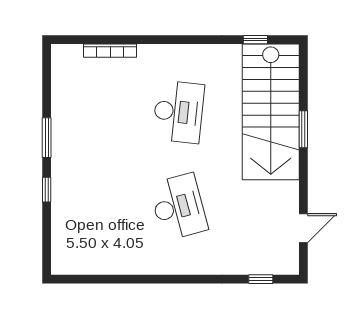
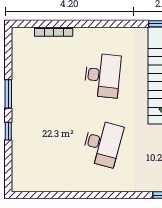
desk: (178, 207) -> (103, 143), turned 30

